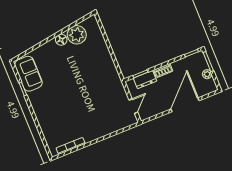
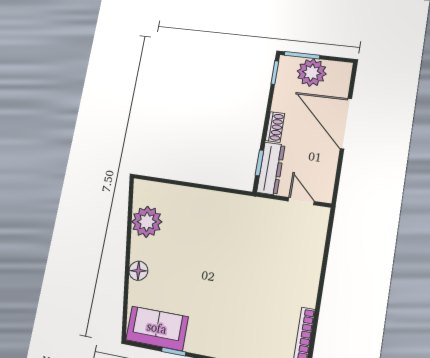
floor lamp: (61, 40) -> (138, 271), moved
plant: (207, 74) -> (312, 73), width x1.88, depth x1.88
dresser: (145, 80) -> (271, 169), width x1.44

